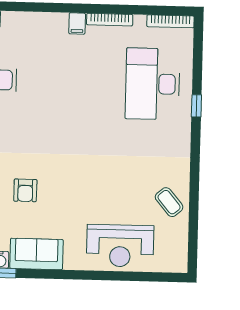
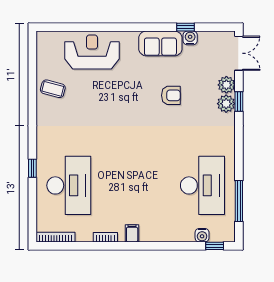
bookcase: (110, 20) -> (105, 237), width x0.64
armchair: (25, 190) -> (171, 95), turned 90
coffee table: (169, 202) -> (53, 89), turned -35

